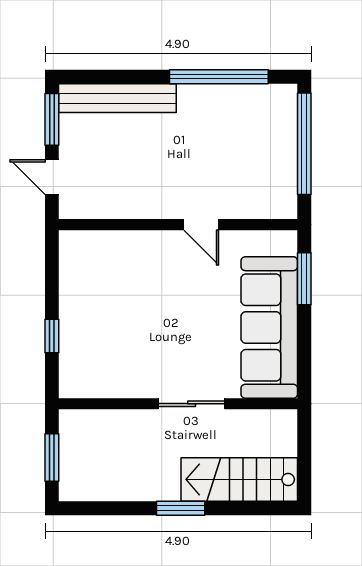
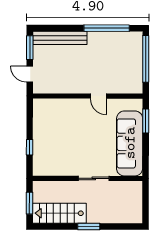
stairs: (239, 479) -> (59, 213), moved

